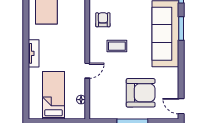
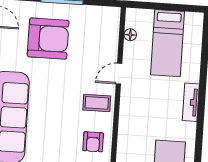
coffee table: (117, 46) -> (97, 103), moved
armchair: (141, 93) -> (48, 39), turned 180

